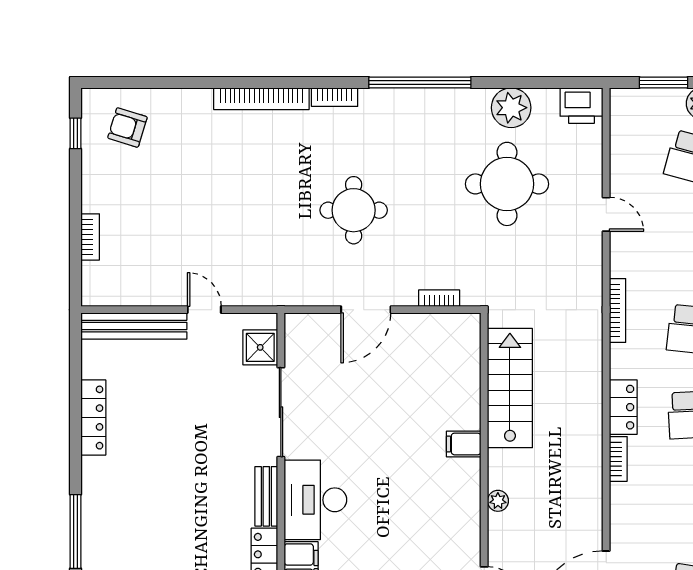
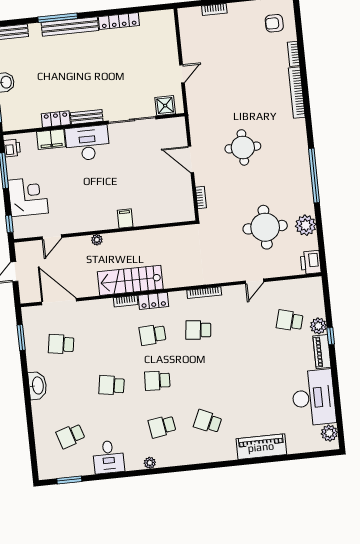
window: (663, 83) -> (327, 304), removed
bookcase: (335, 97) -> (294, 54), moved
armchair: (127, 127) -> (274, 23), turned -107
bench: (134, 326) -> (70, 26), moved, turned 90
stairs: (510, 388) -> (130, 280), moved, turned 180

